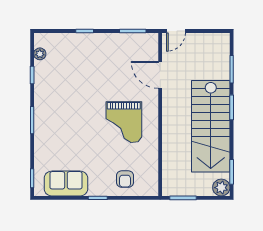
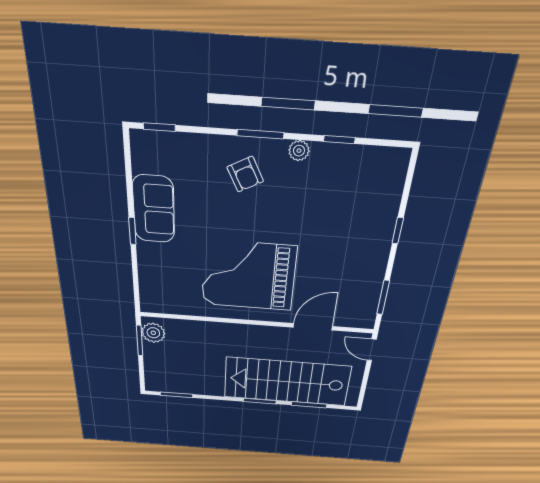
plant: (40, 54) -> (299, 151), moved
grand piano: (124, 122) -> (248, 276), width x1.37, depth x1.48
stairs: (211, 126) -> (287, 382), moved
armchair: (125, 179) -> (245, 174), moved, turned -117
sofa: (66, 184) -> (154, 209), moved
plant: (221, 188) -> (153, 333), moved

